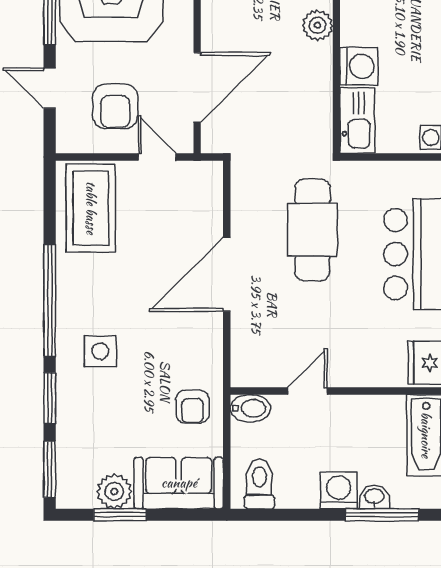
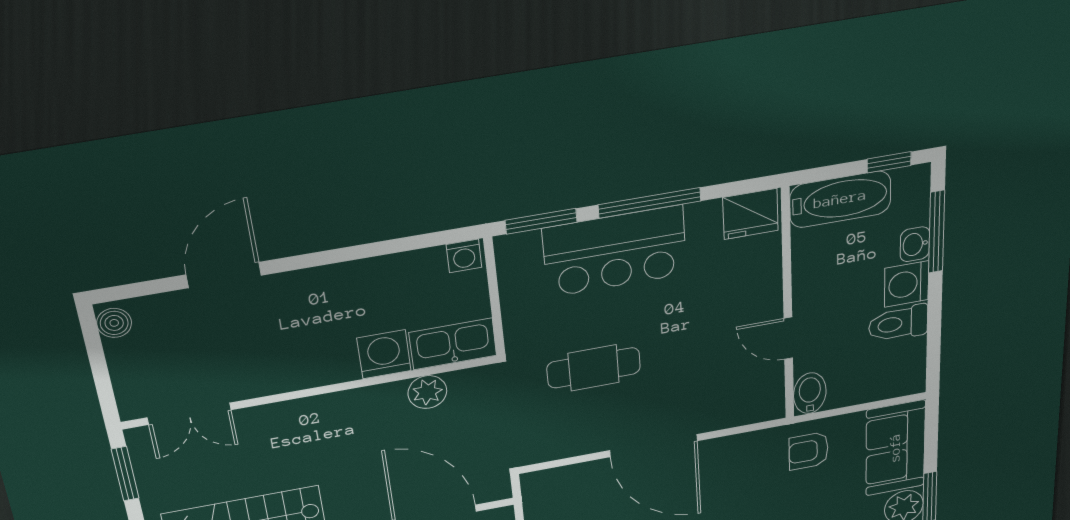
plant: (318, 25) -> (427, 392), moved
cafe table: (312, 230) -> (594, 368), width x0.73, depth x0.74
armchair: (192, 407) -> (809, 451), turned 180
toilet: (259, 484) -> (898, 323), moved

